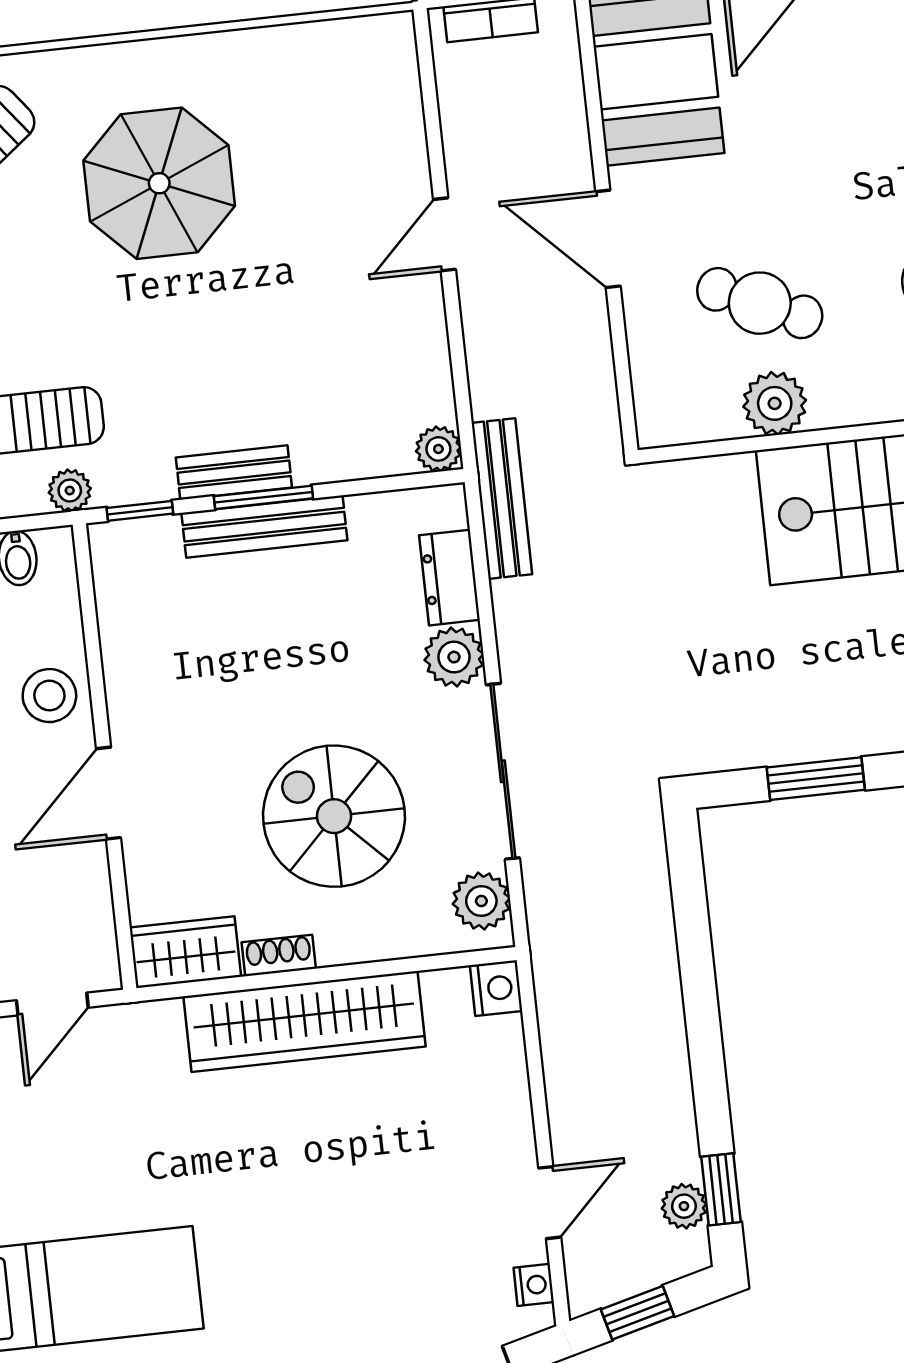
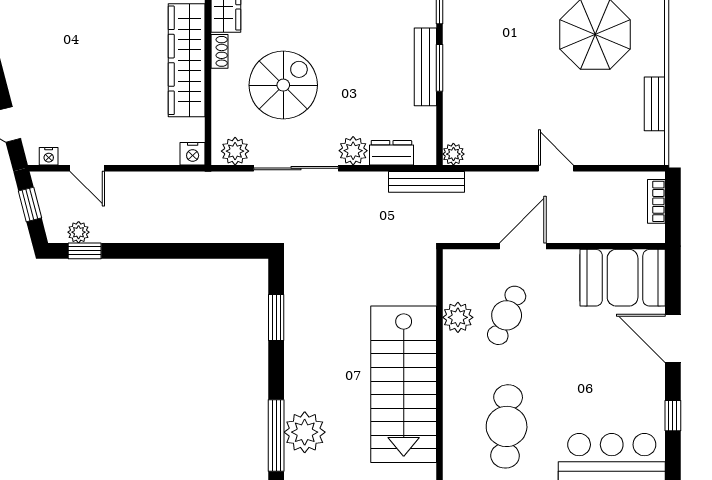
door: (608, 239) -> (523, 246), moved
bench: (234, 472) -> (655, 104), moved

